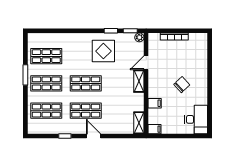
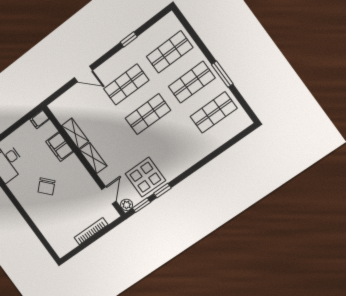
display table: (103, 51) -> (145, 177), moved
door: (146, 63) -> (109, 195), moved
filing cabinet: (155, 103) -> (60, 147), width x2.00
shelving: (139, 123) -> (75, 134), moved
door: (94, 136) -> (83, 74), moved

